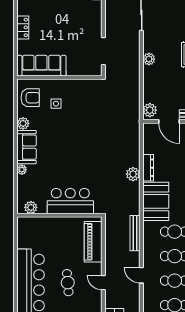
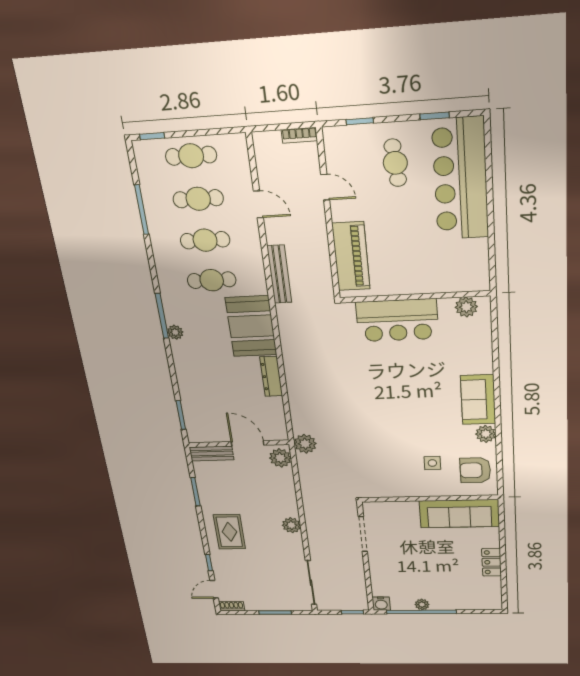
plant: (22, 170) -> (485, 366), removed
plant: (133, 174) -> (305, 444), moved
cafe table: (68, 283) -> (395, 163), moved

